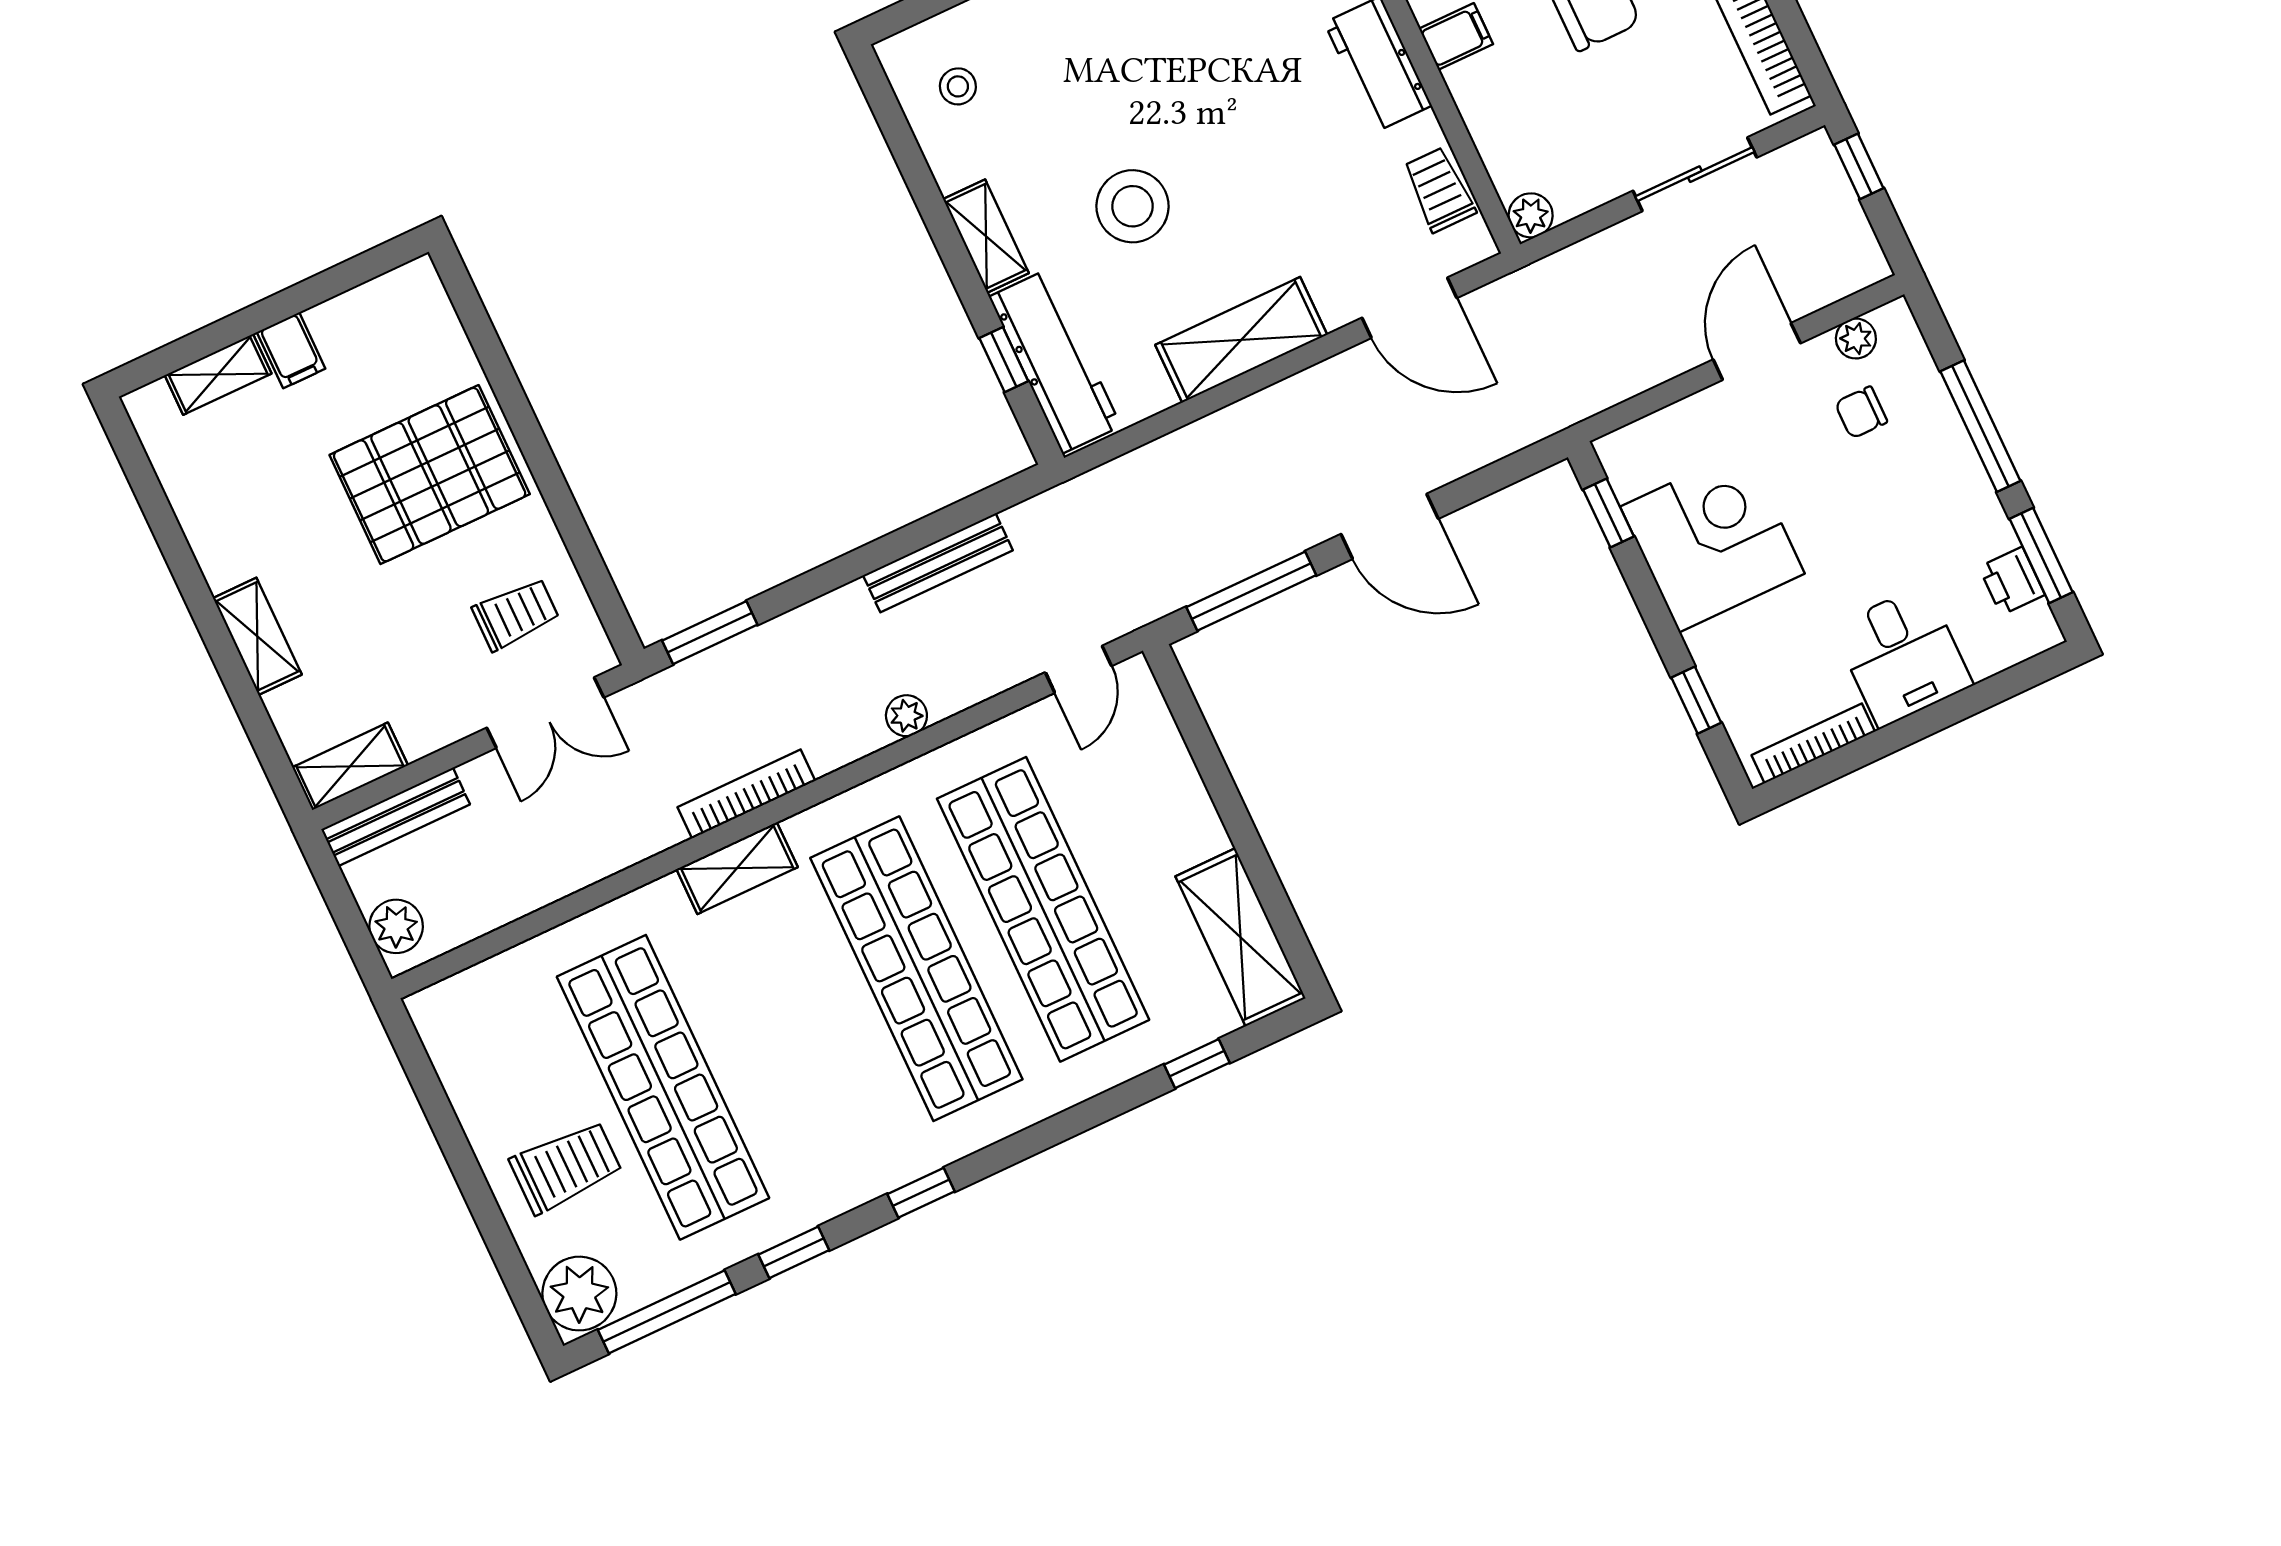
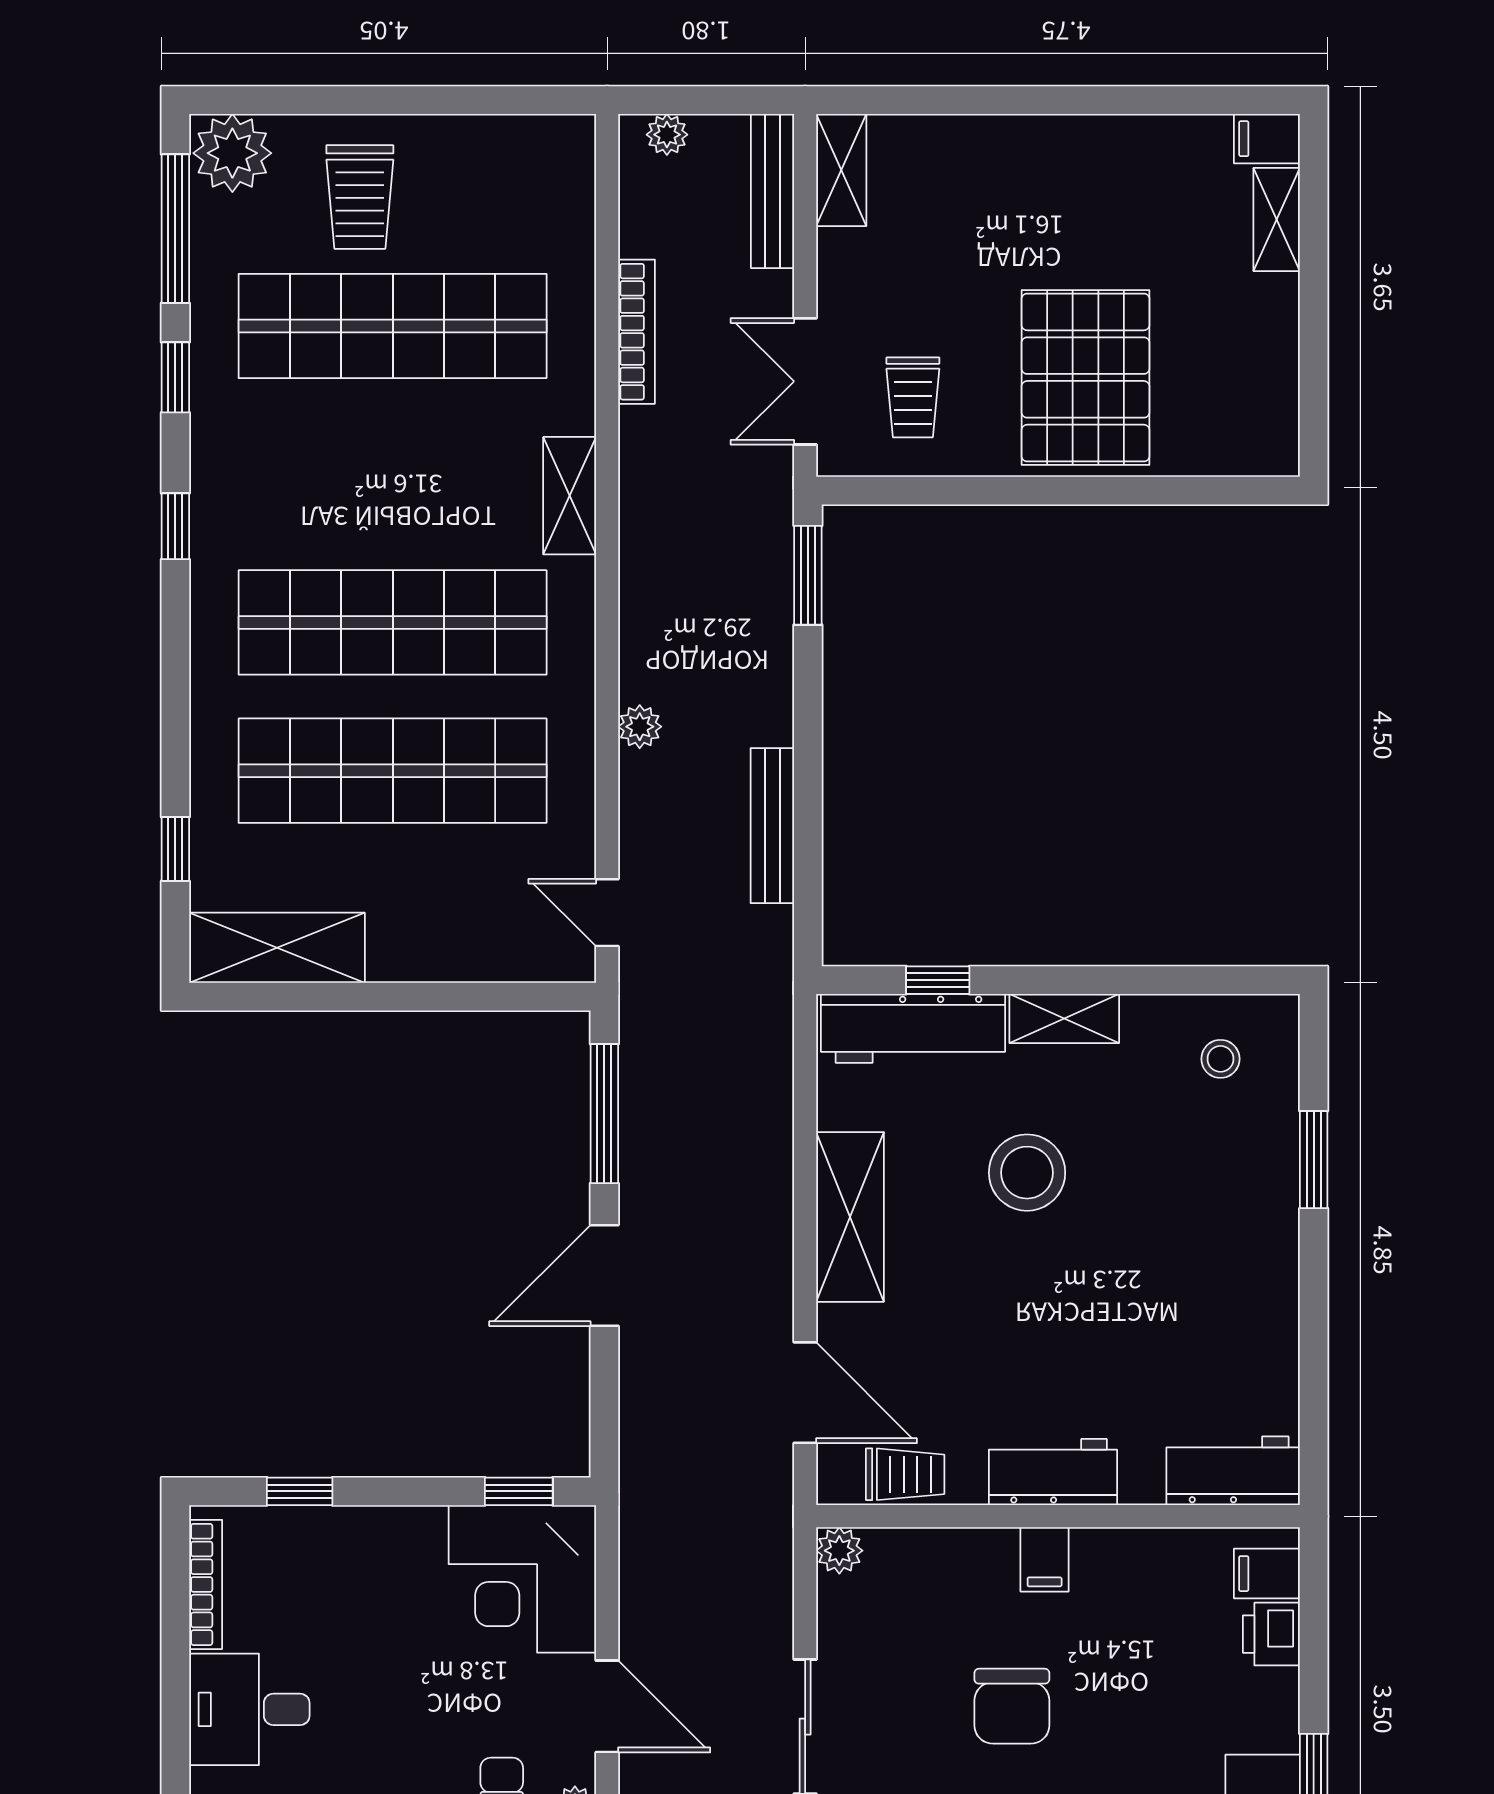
door: (1409, 308) -> (805, 1393), swing flipped
filing cabinet: (291, 350) -> (1267, 139), moved
corner desk: (1712, 540) -> (522, 1579), moved, turned 90
shelving: (257, 636) -> (1008, 139), removed
bookcase: (746, 794) -> (637, 332), moved
plant: (396, 926) -> (667, 135), width x0.73, depth x0.73

